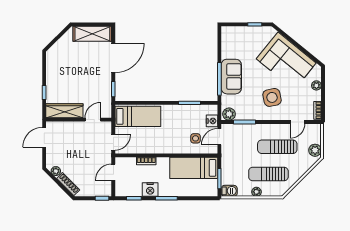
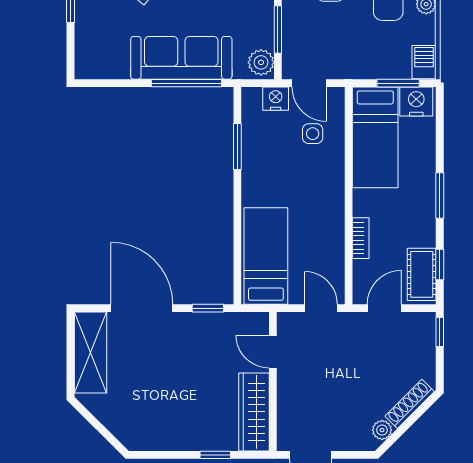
sofa: (231, 77) -> (181, 58), width x1.36
door: (113, 172) -> (384, 308), swing flipped
cot: (129, 190) -> (422, 274), added
nightstand: (150, 190) -> (416, 102), moved, turned -90

